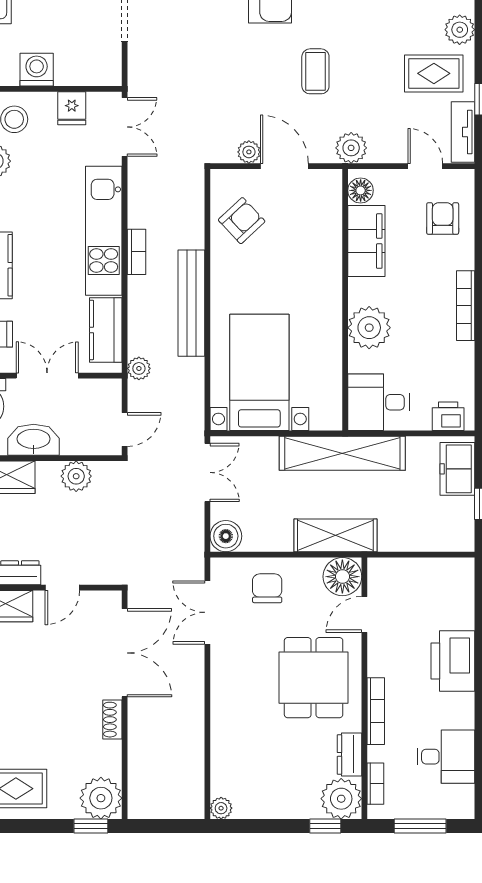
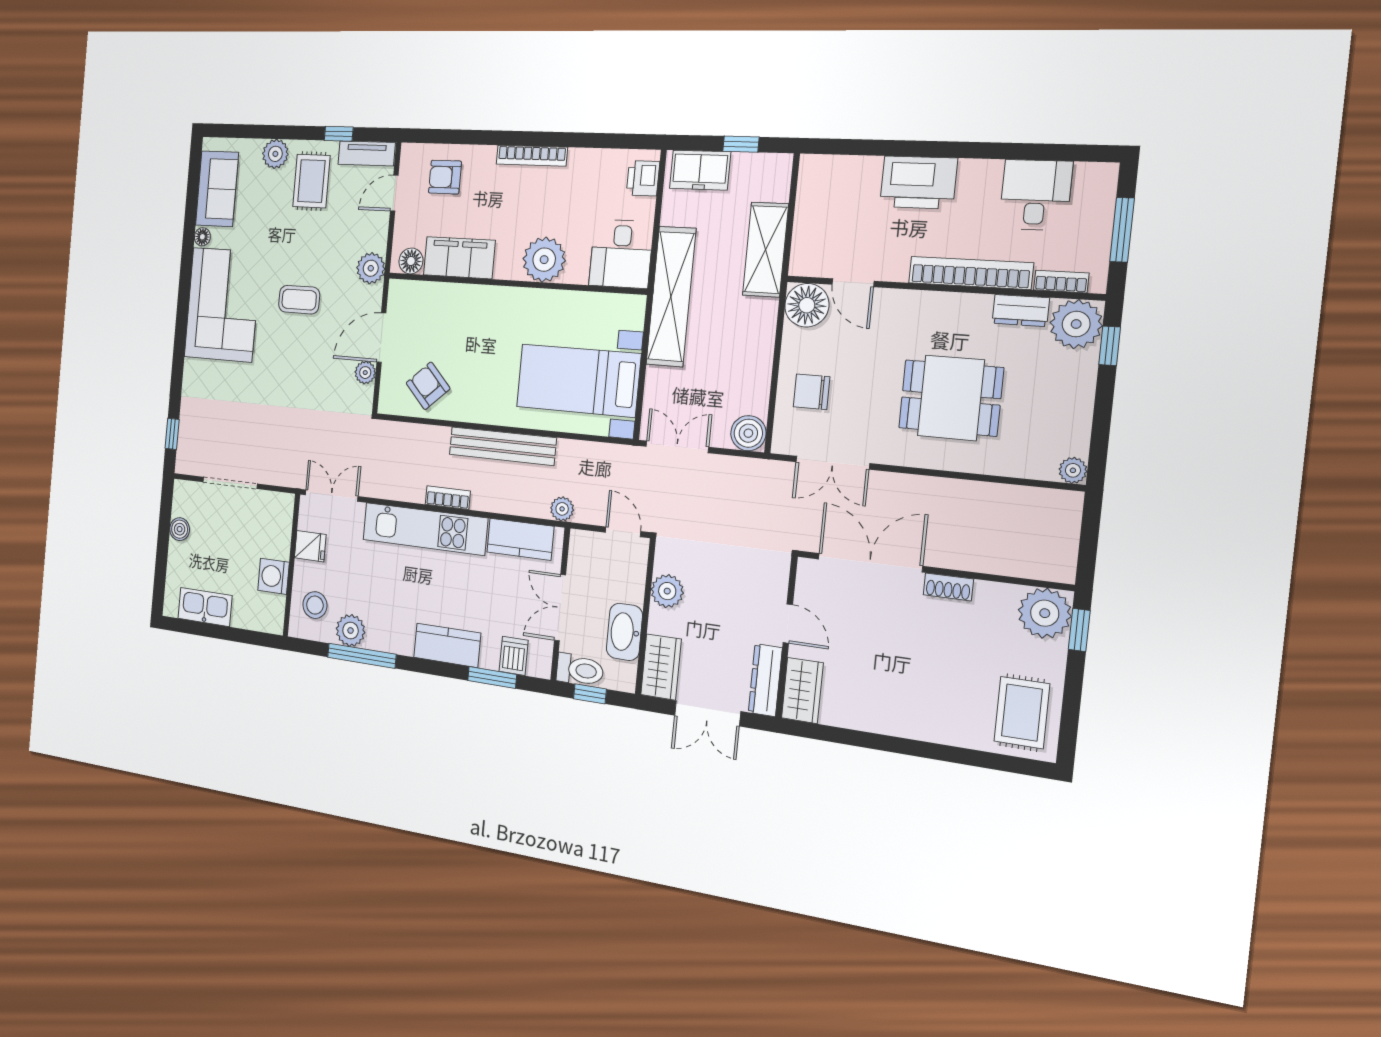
shelving: (335, 535) -> (766, 250), moved
dining table: (314, 678) -> (951, 398), moved
bookcase: (376, 711) -> (970, 273), width x1.48, depth x1.31

